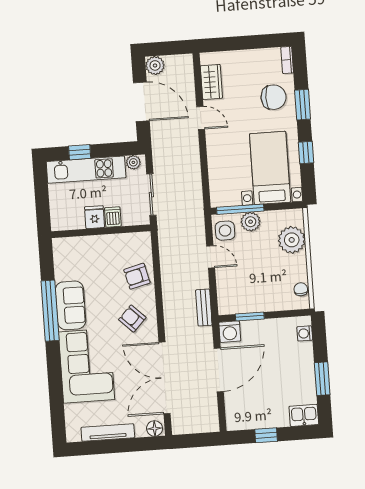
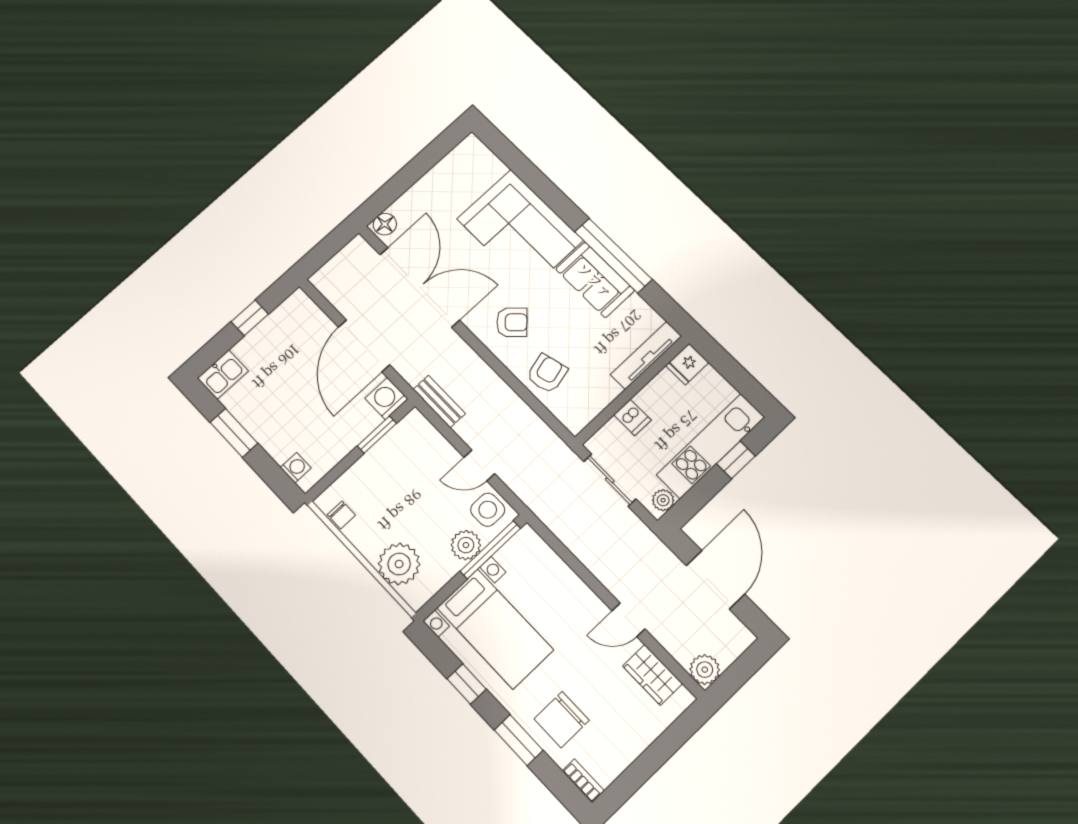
plant: (155, 65) -> (705, 670), moved
door: (141, 102) -> (716, 580), swing flipped
fridge: (95, 217) -> (687, 364), moved, turned 90
tv unit: (108, 433) -> (646, 355), moved, turned 180

